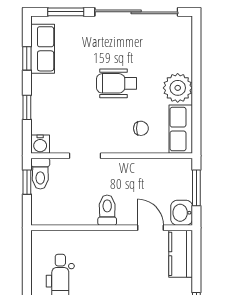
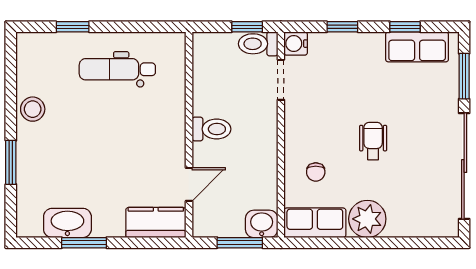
wheelchair: (117, 83) -> (373, 141), width x0.73, depth x0.73
doorway: (85, 156) -> (281, 80), moved
washbasin: (182, 213) -> (262, 224), moved

